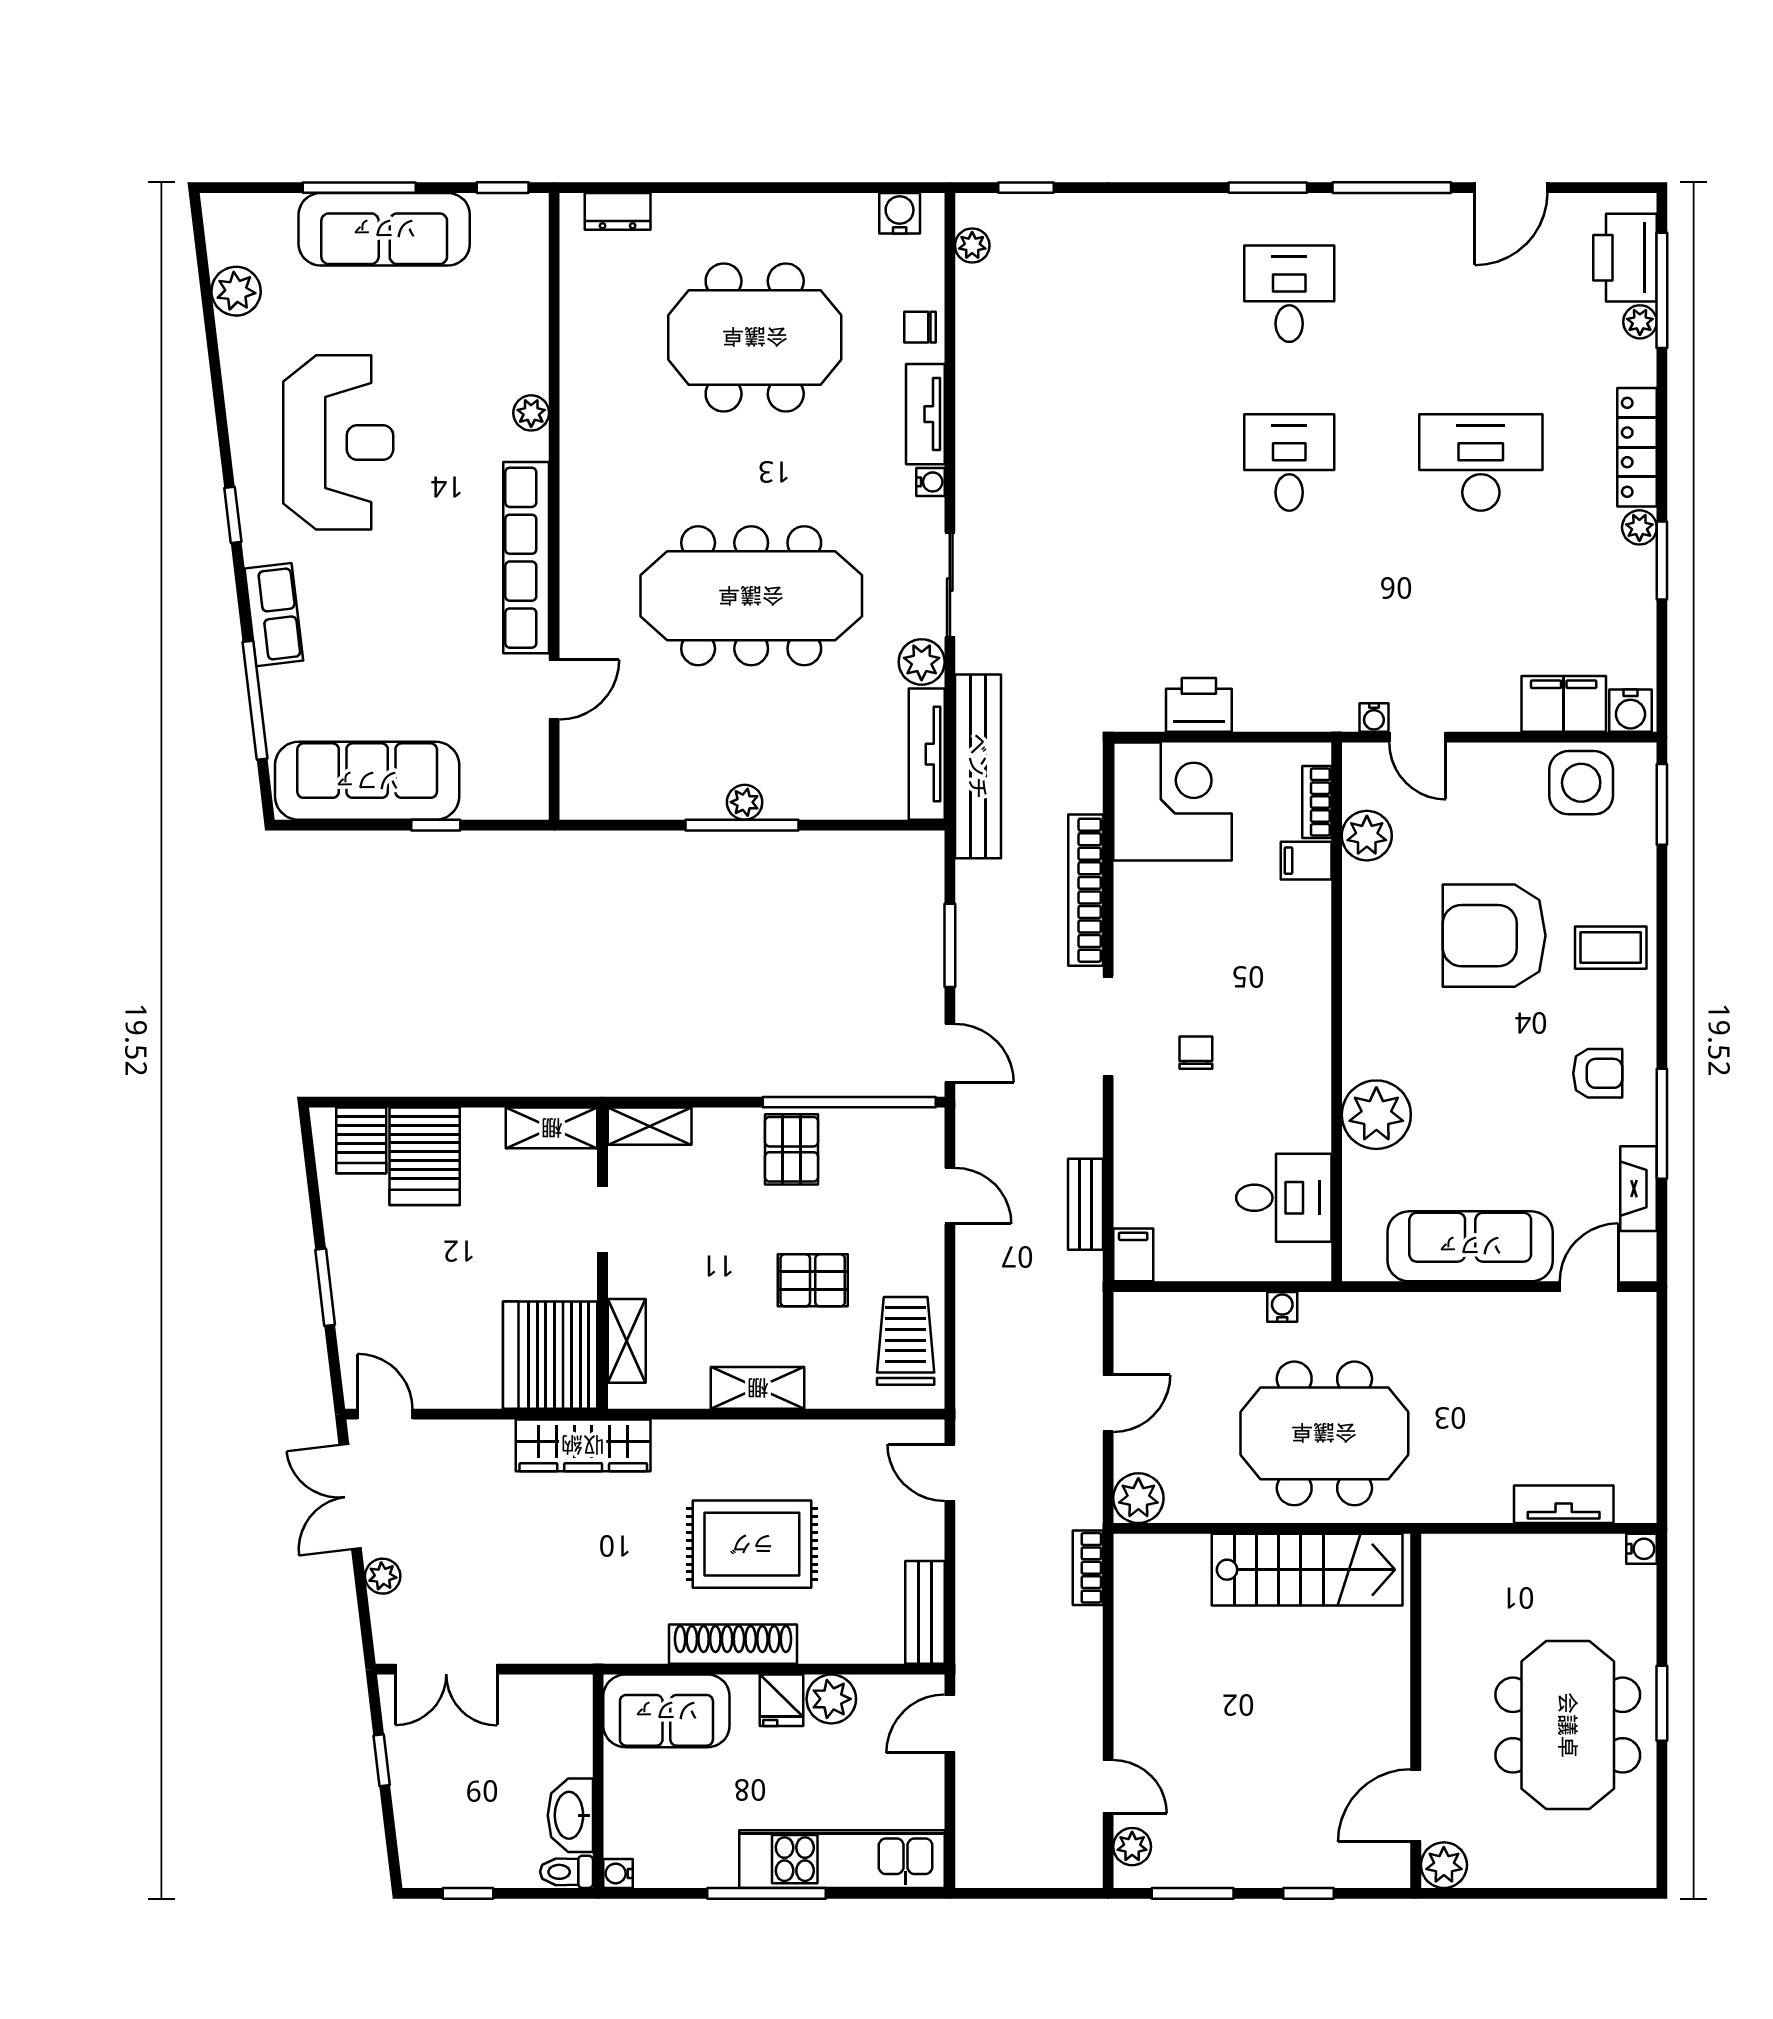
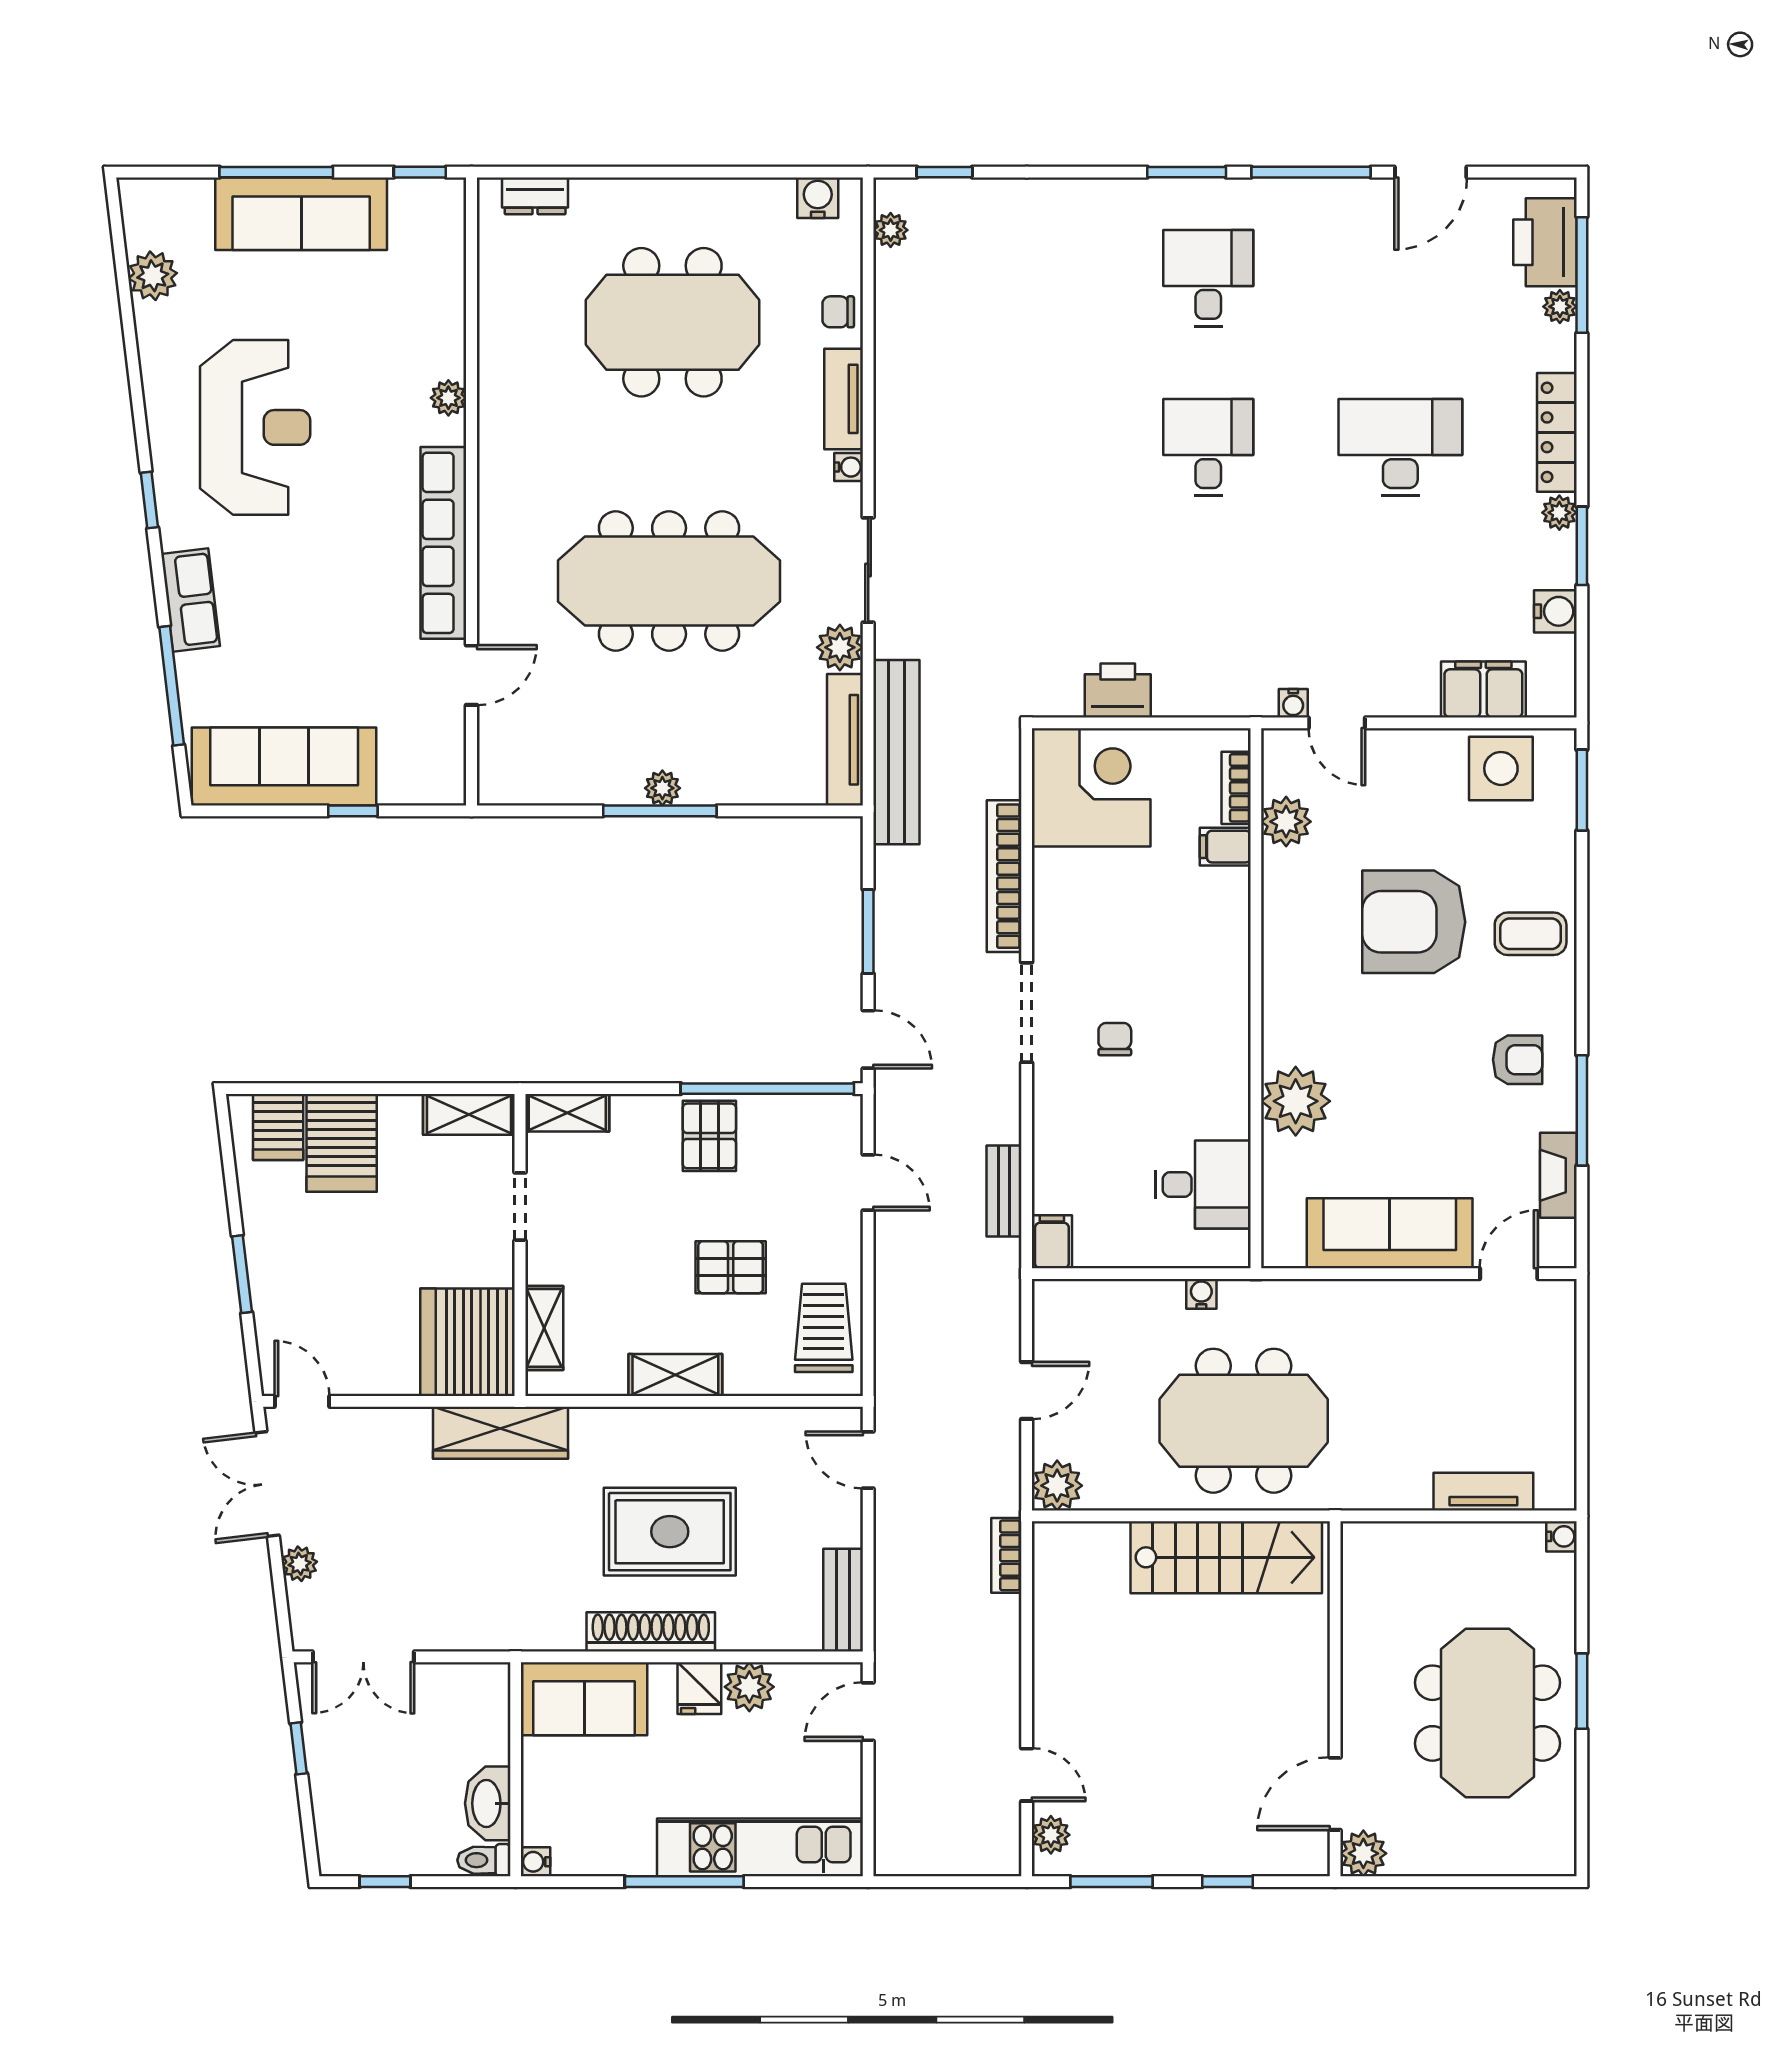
water cooler: (1631, 711) -> (1555, 611), moved, turned -90

